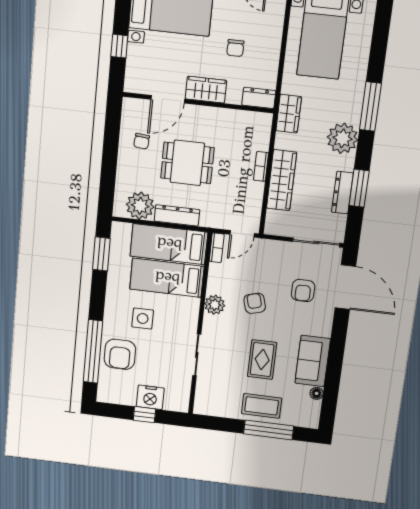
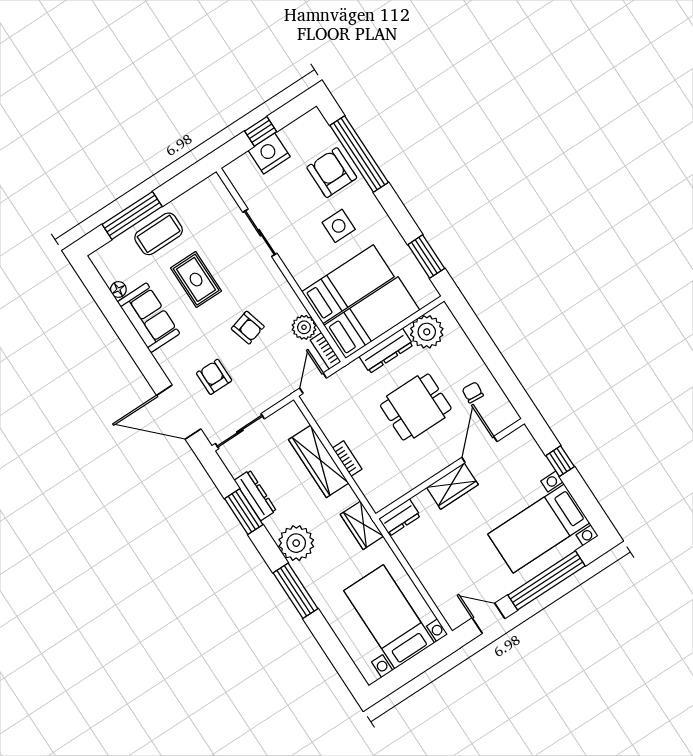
chair: (235, 48) -> (456, 543), removed
plant: (215, 305) -> (304, 327), moved

